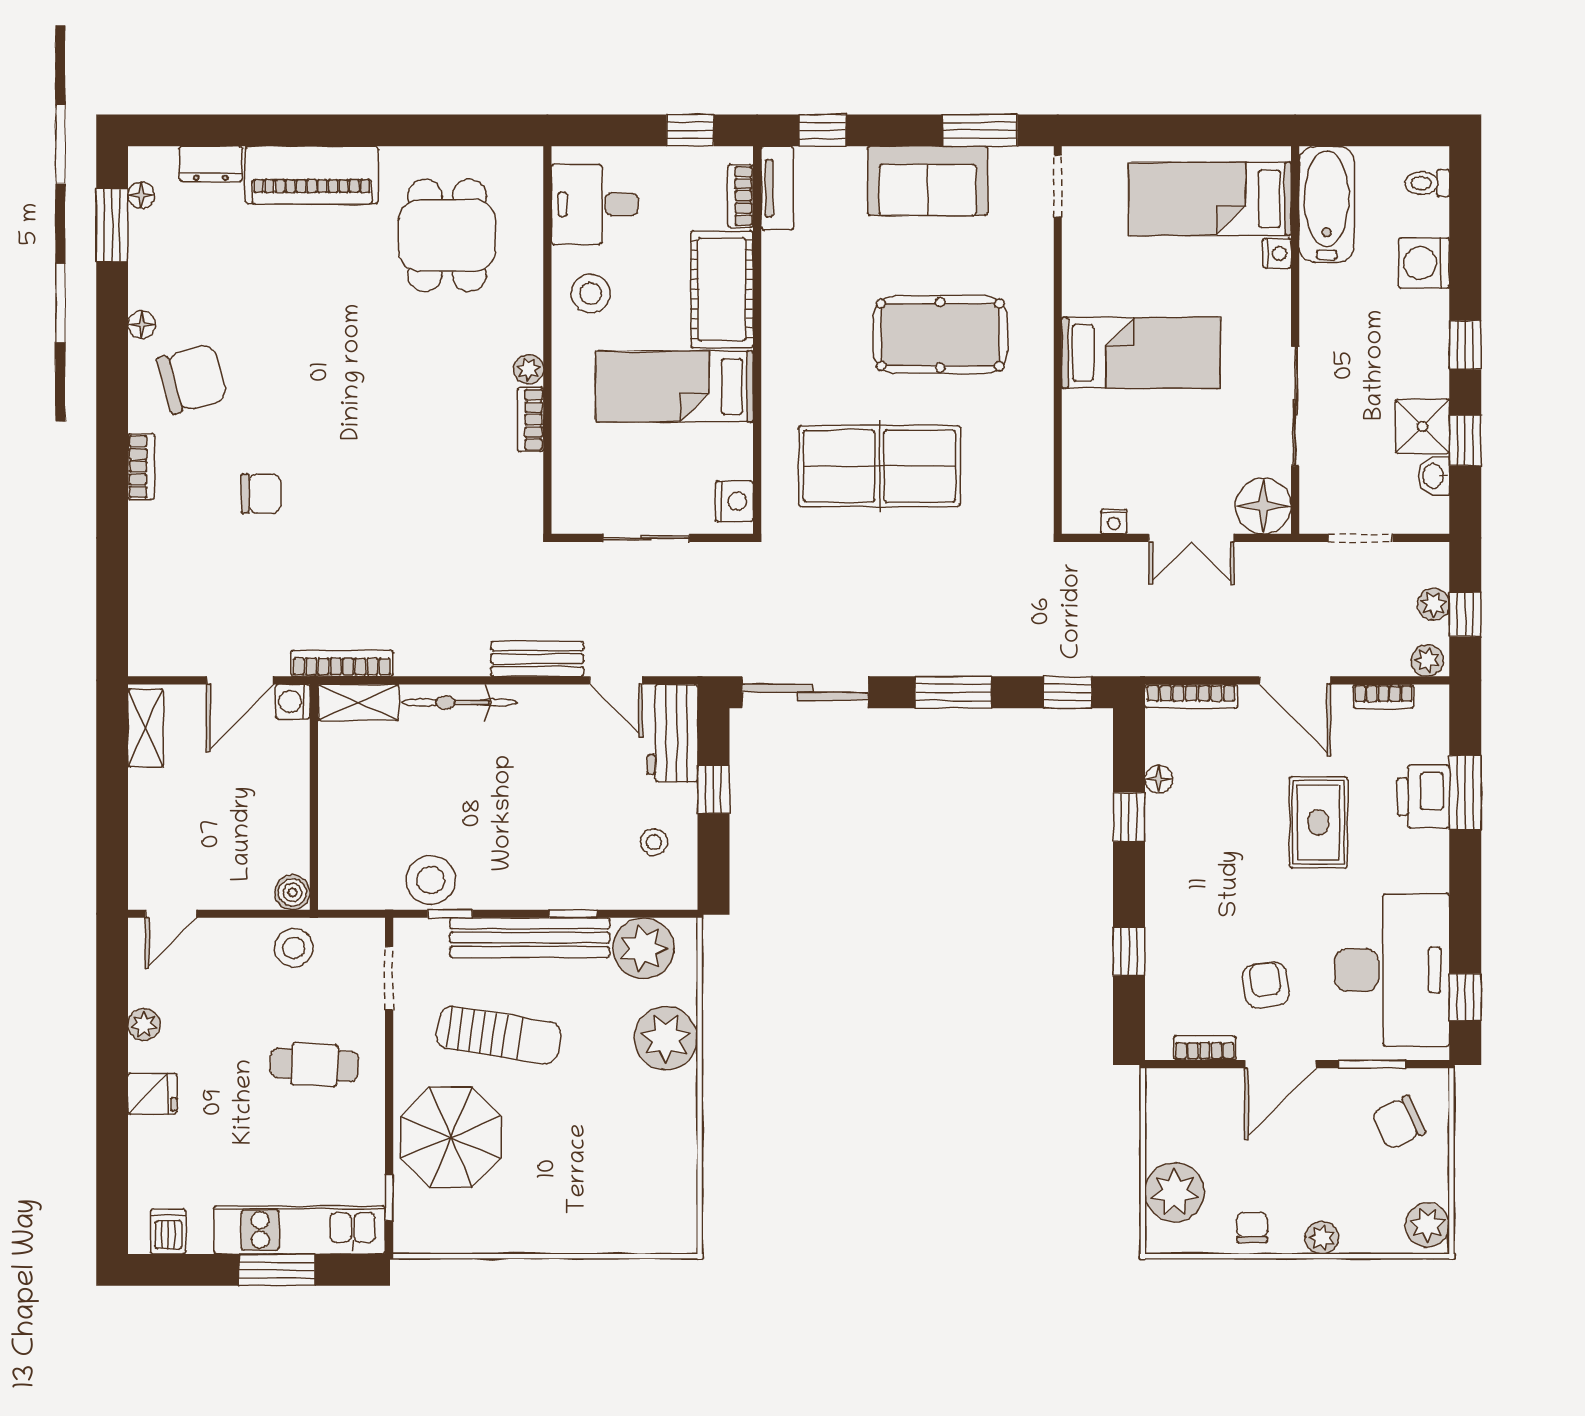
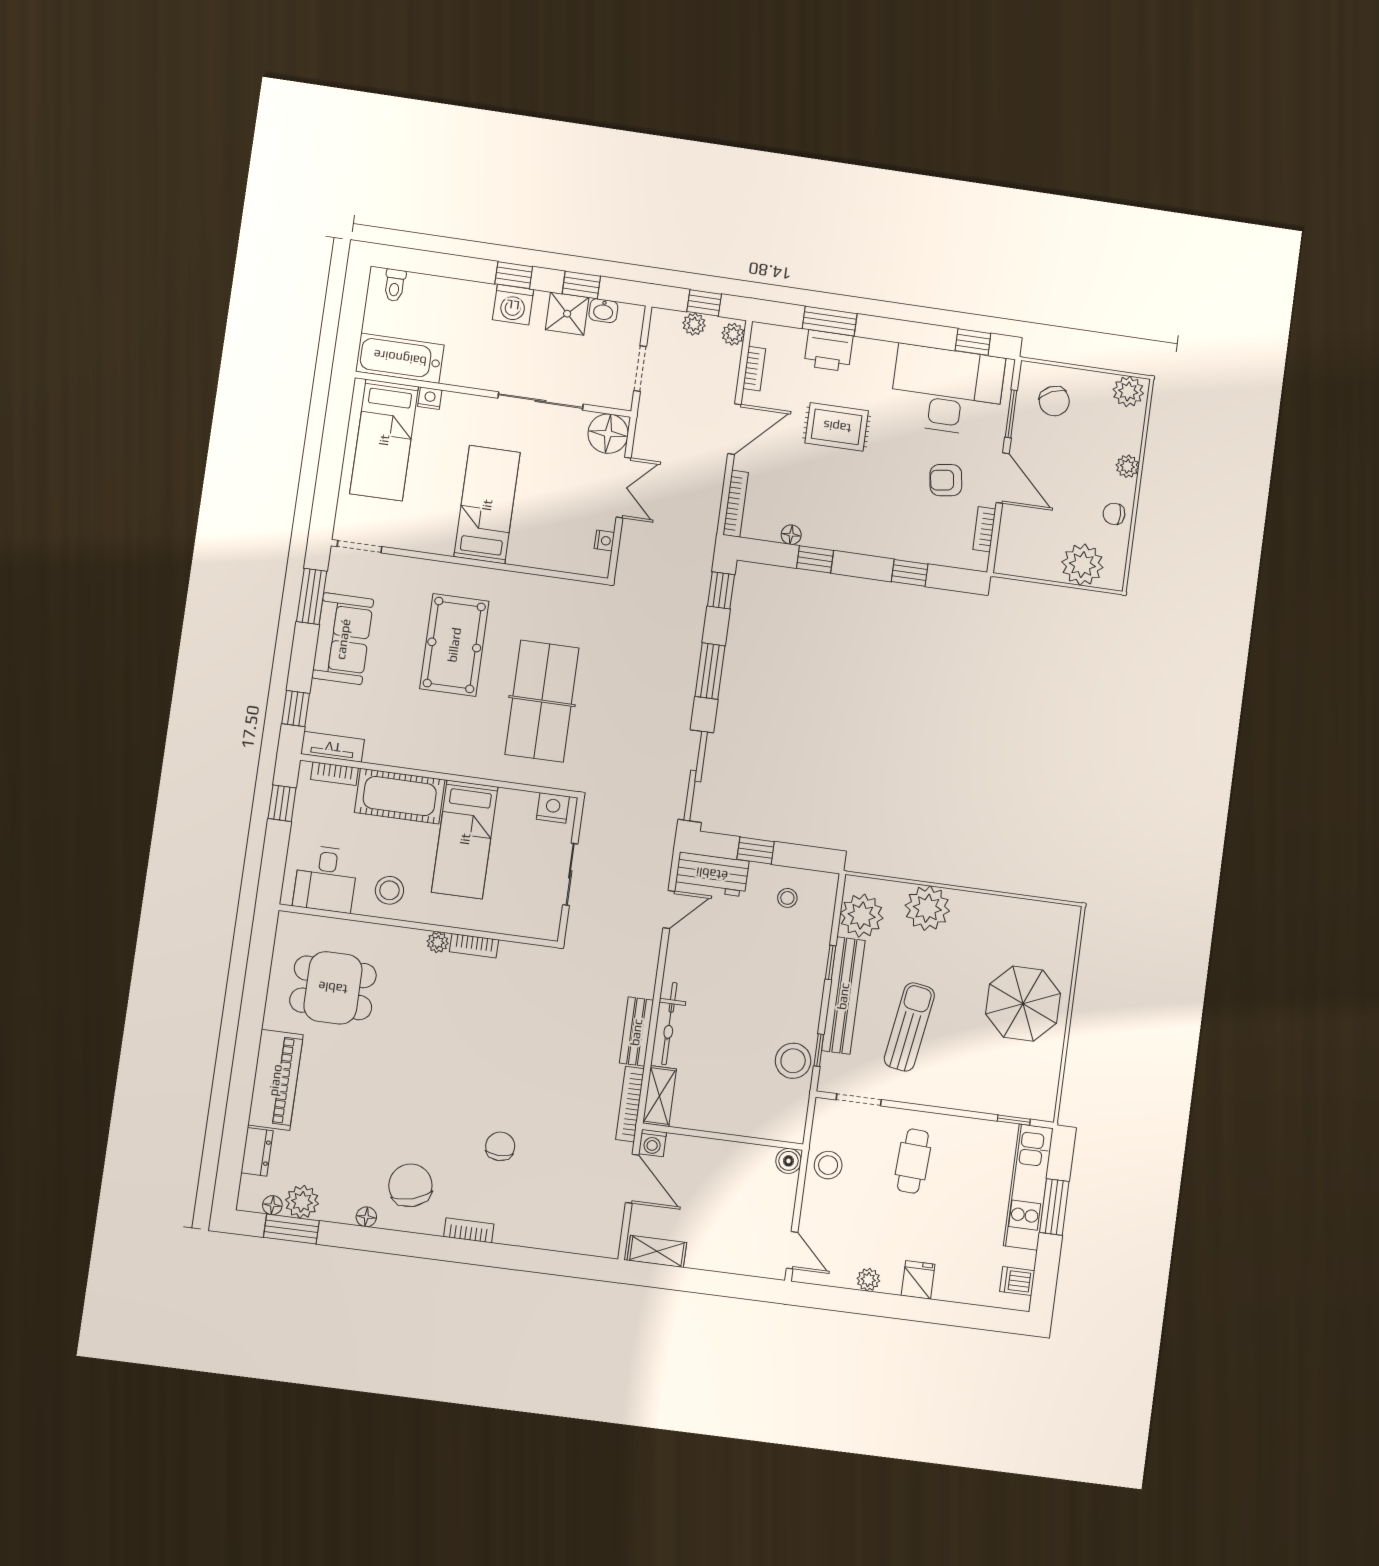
plant: (151, 234) -> (302, 1202), added
washing machine: (1424, 263) -> (513, 305), moved
bench: (537, 659) -> (636, 1032), moved
parasol: (451, 1137) -> (1023, 1004), moved

